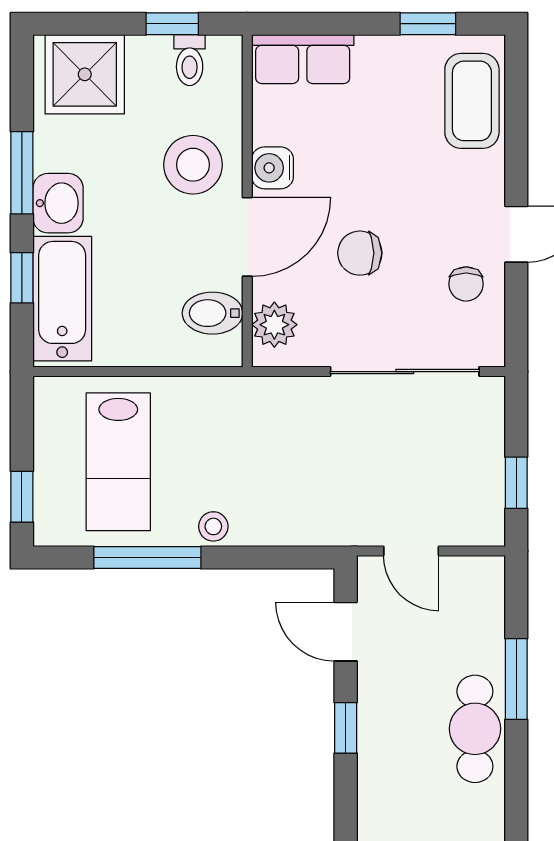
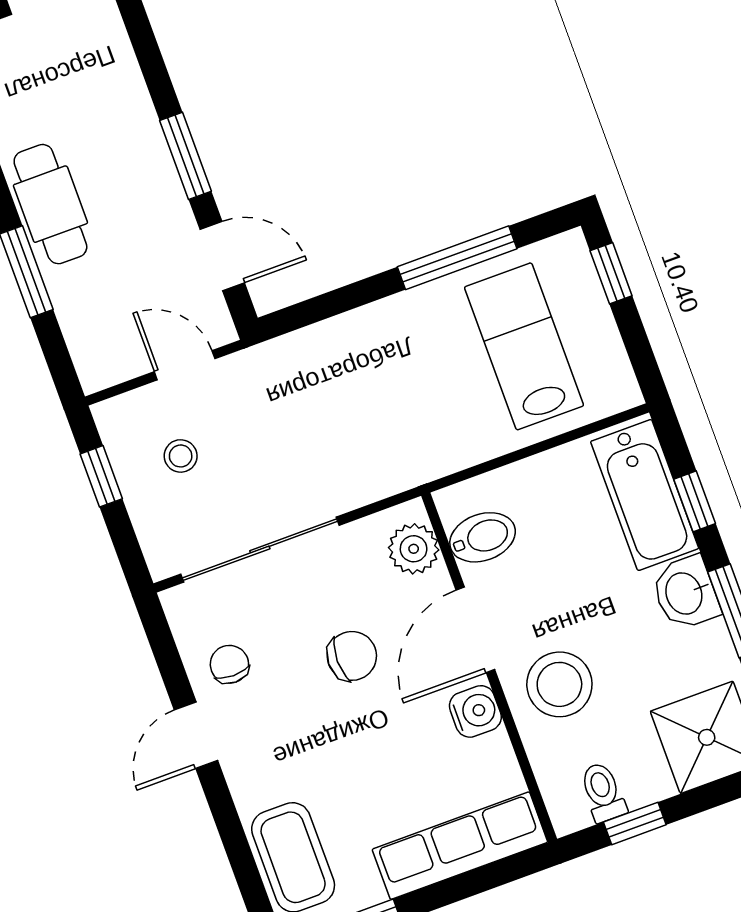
row of seats: (303, 59) -> (460, 846), width x1.48
stool: (213, 526) -> (181, 456), moved
window: (346, 728) -> (186, 156), width x1.50

